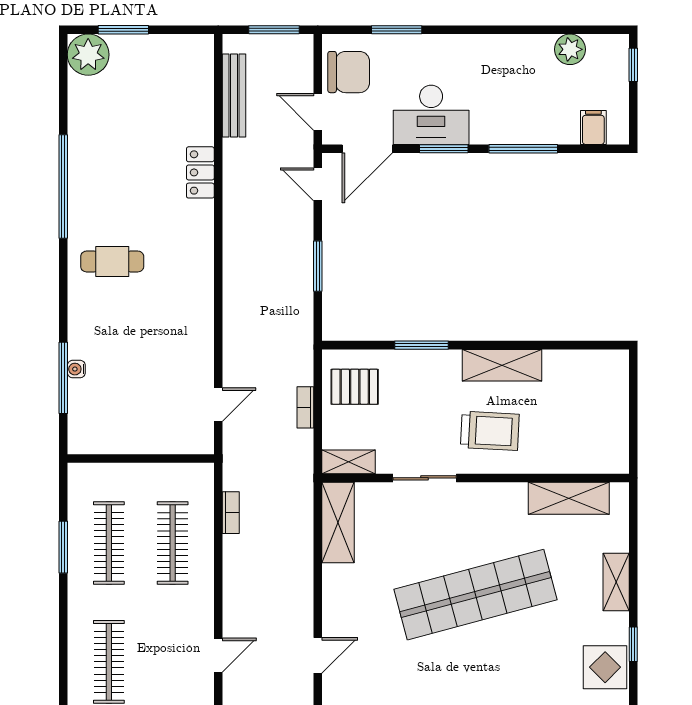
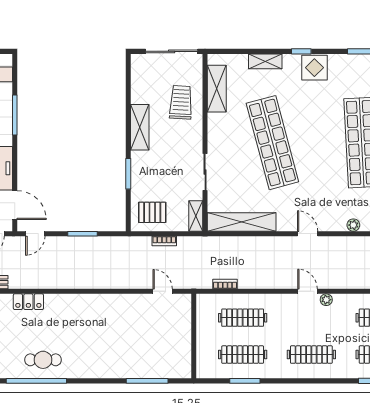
window: (444, 149) -> (15, 161), removed
cafe table: (112, 261) -> (43, 360), moved, turned 90
water cooler: (76, 369) -> (142, 373), removed
pallet: (355, 387) -> (152, 212), turned 90
sliding door: (633, 420) -> (172, 51), added
trolley: (490, 431) -> (181, 102), moved
shelving: (338, 522) -> (242, 222), width x1.47
plant: (204, 688) -> (326, 300), added

